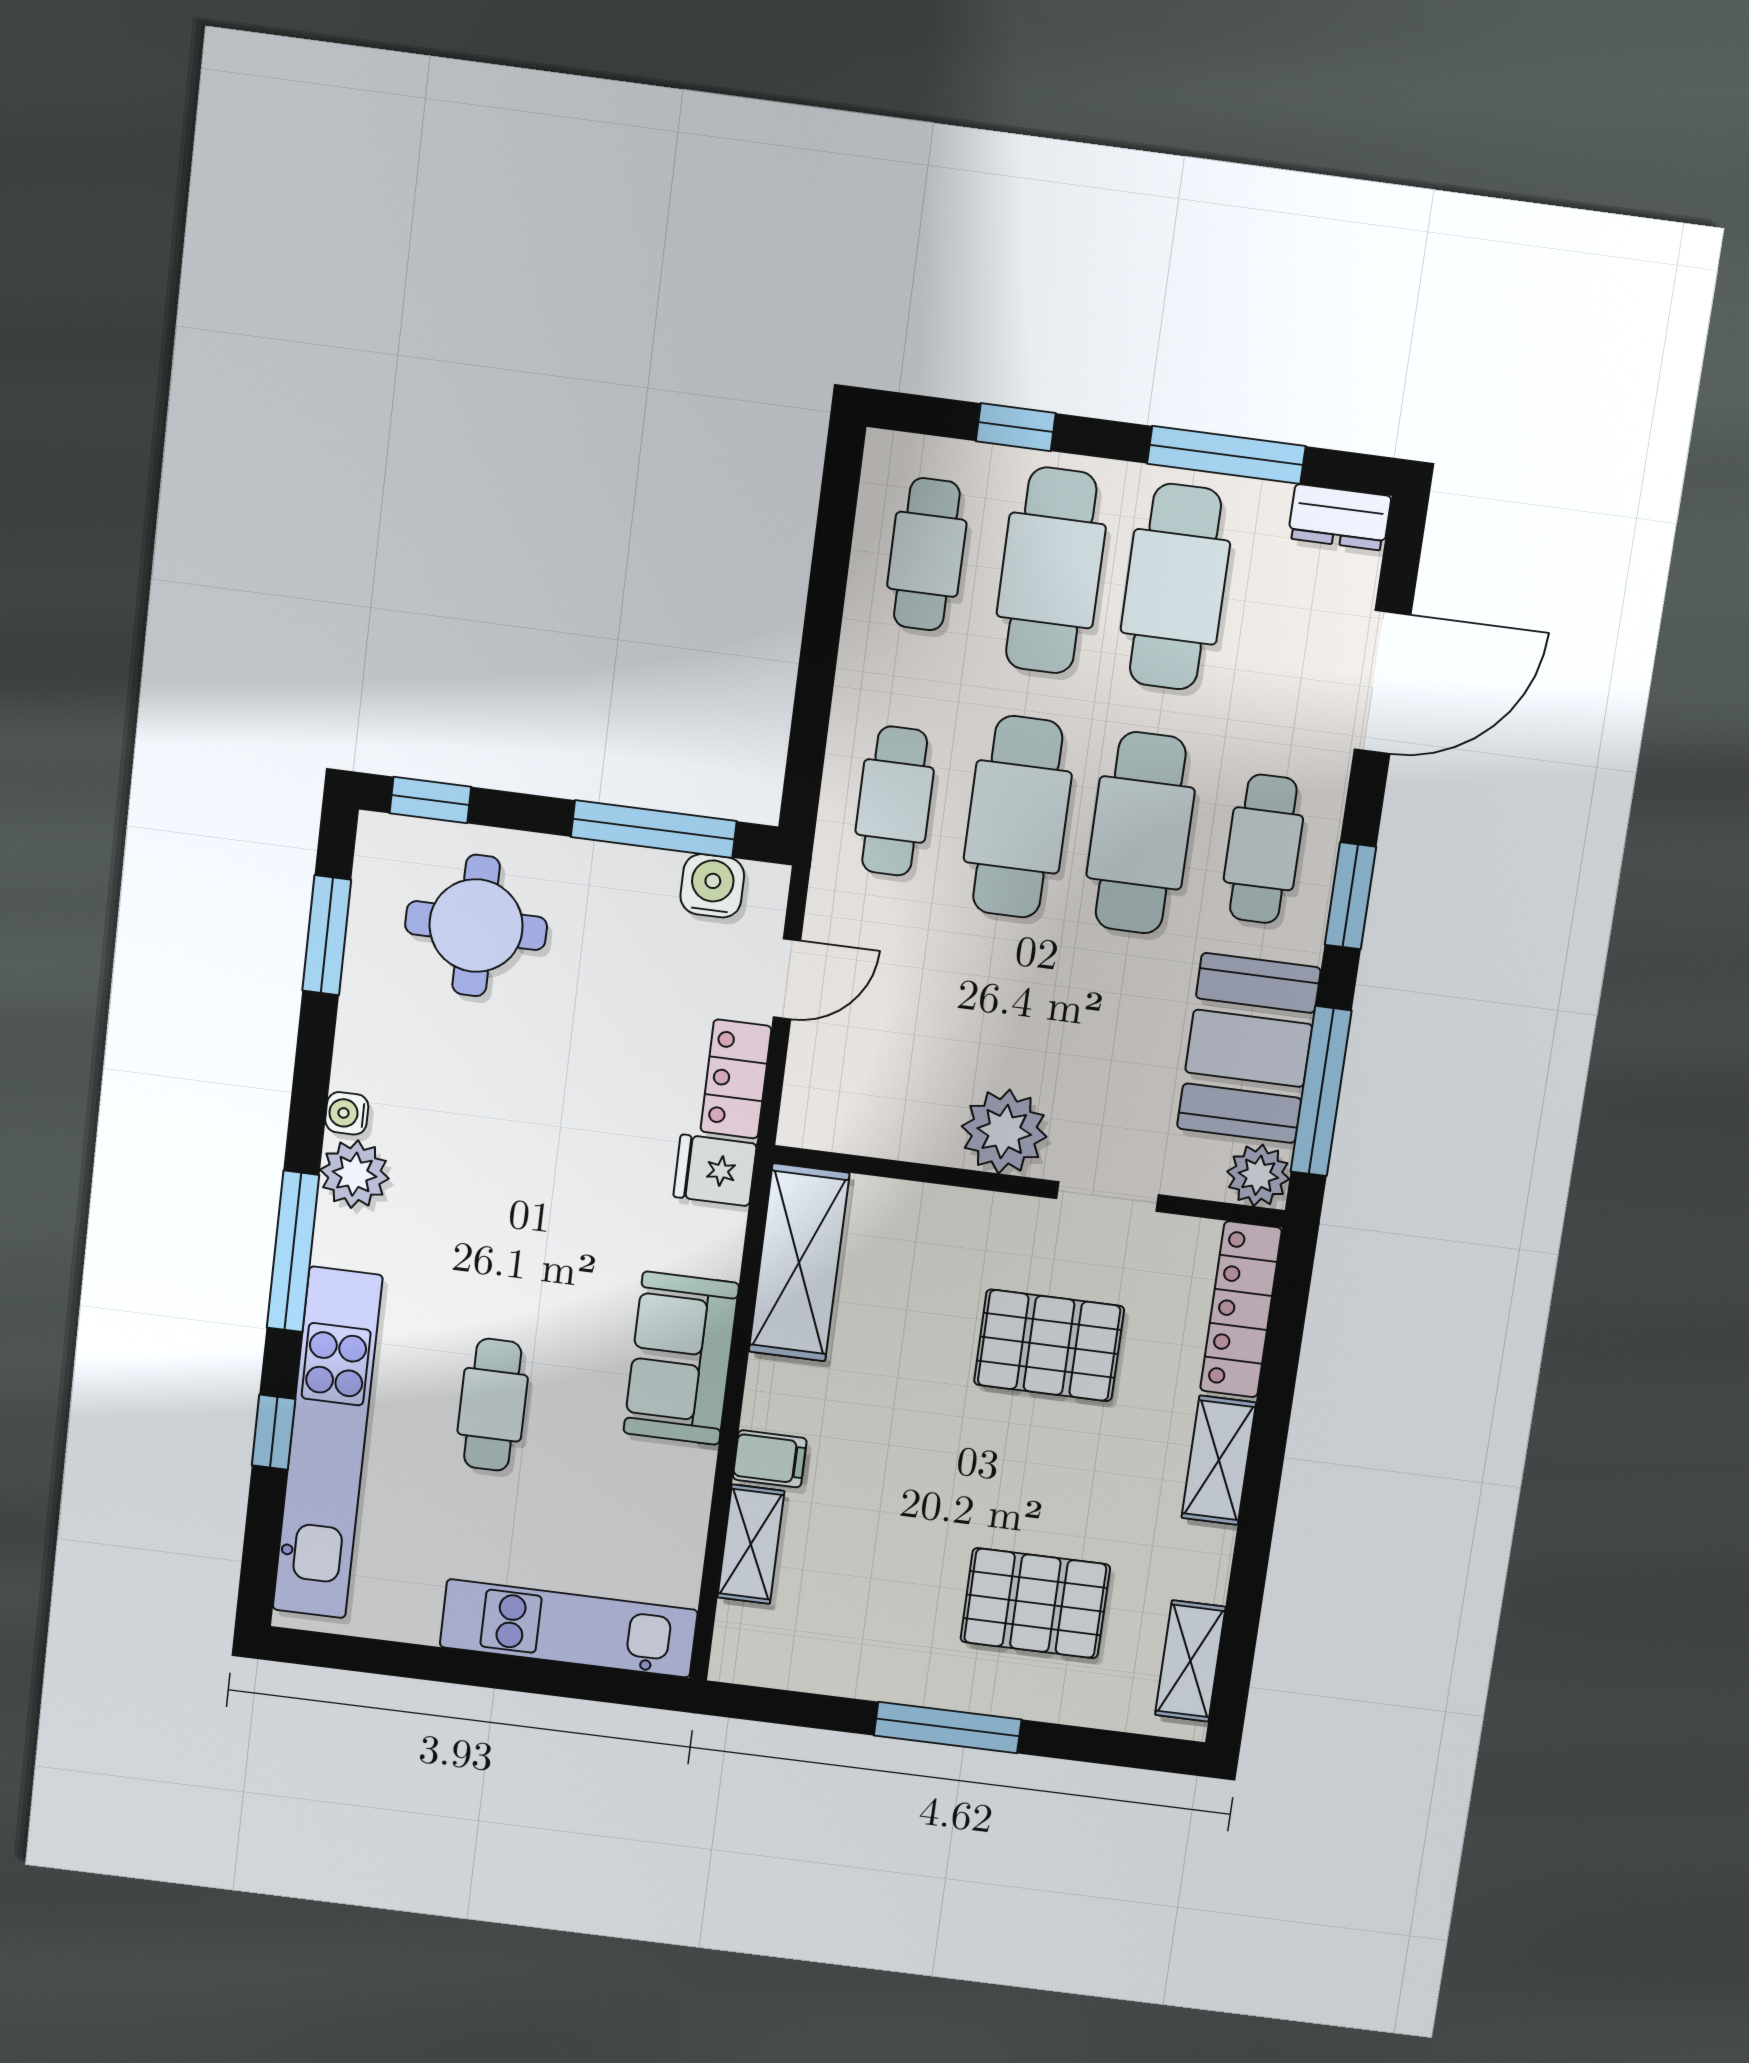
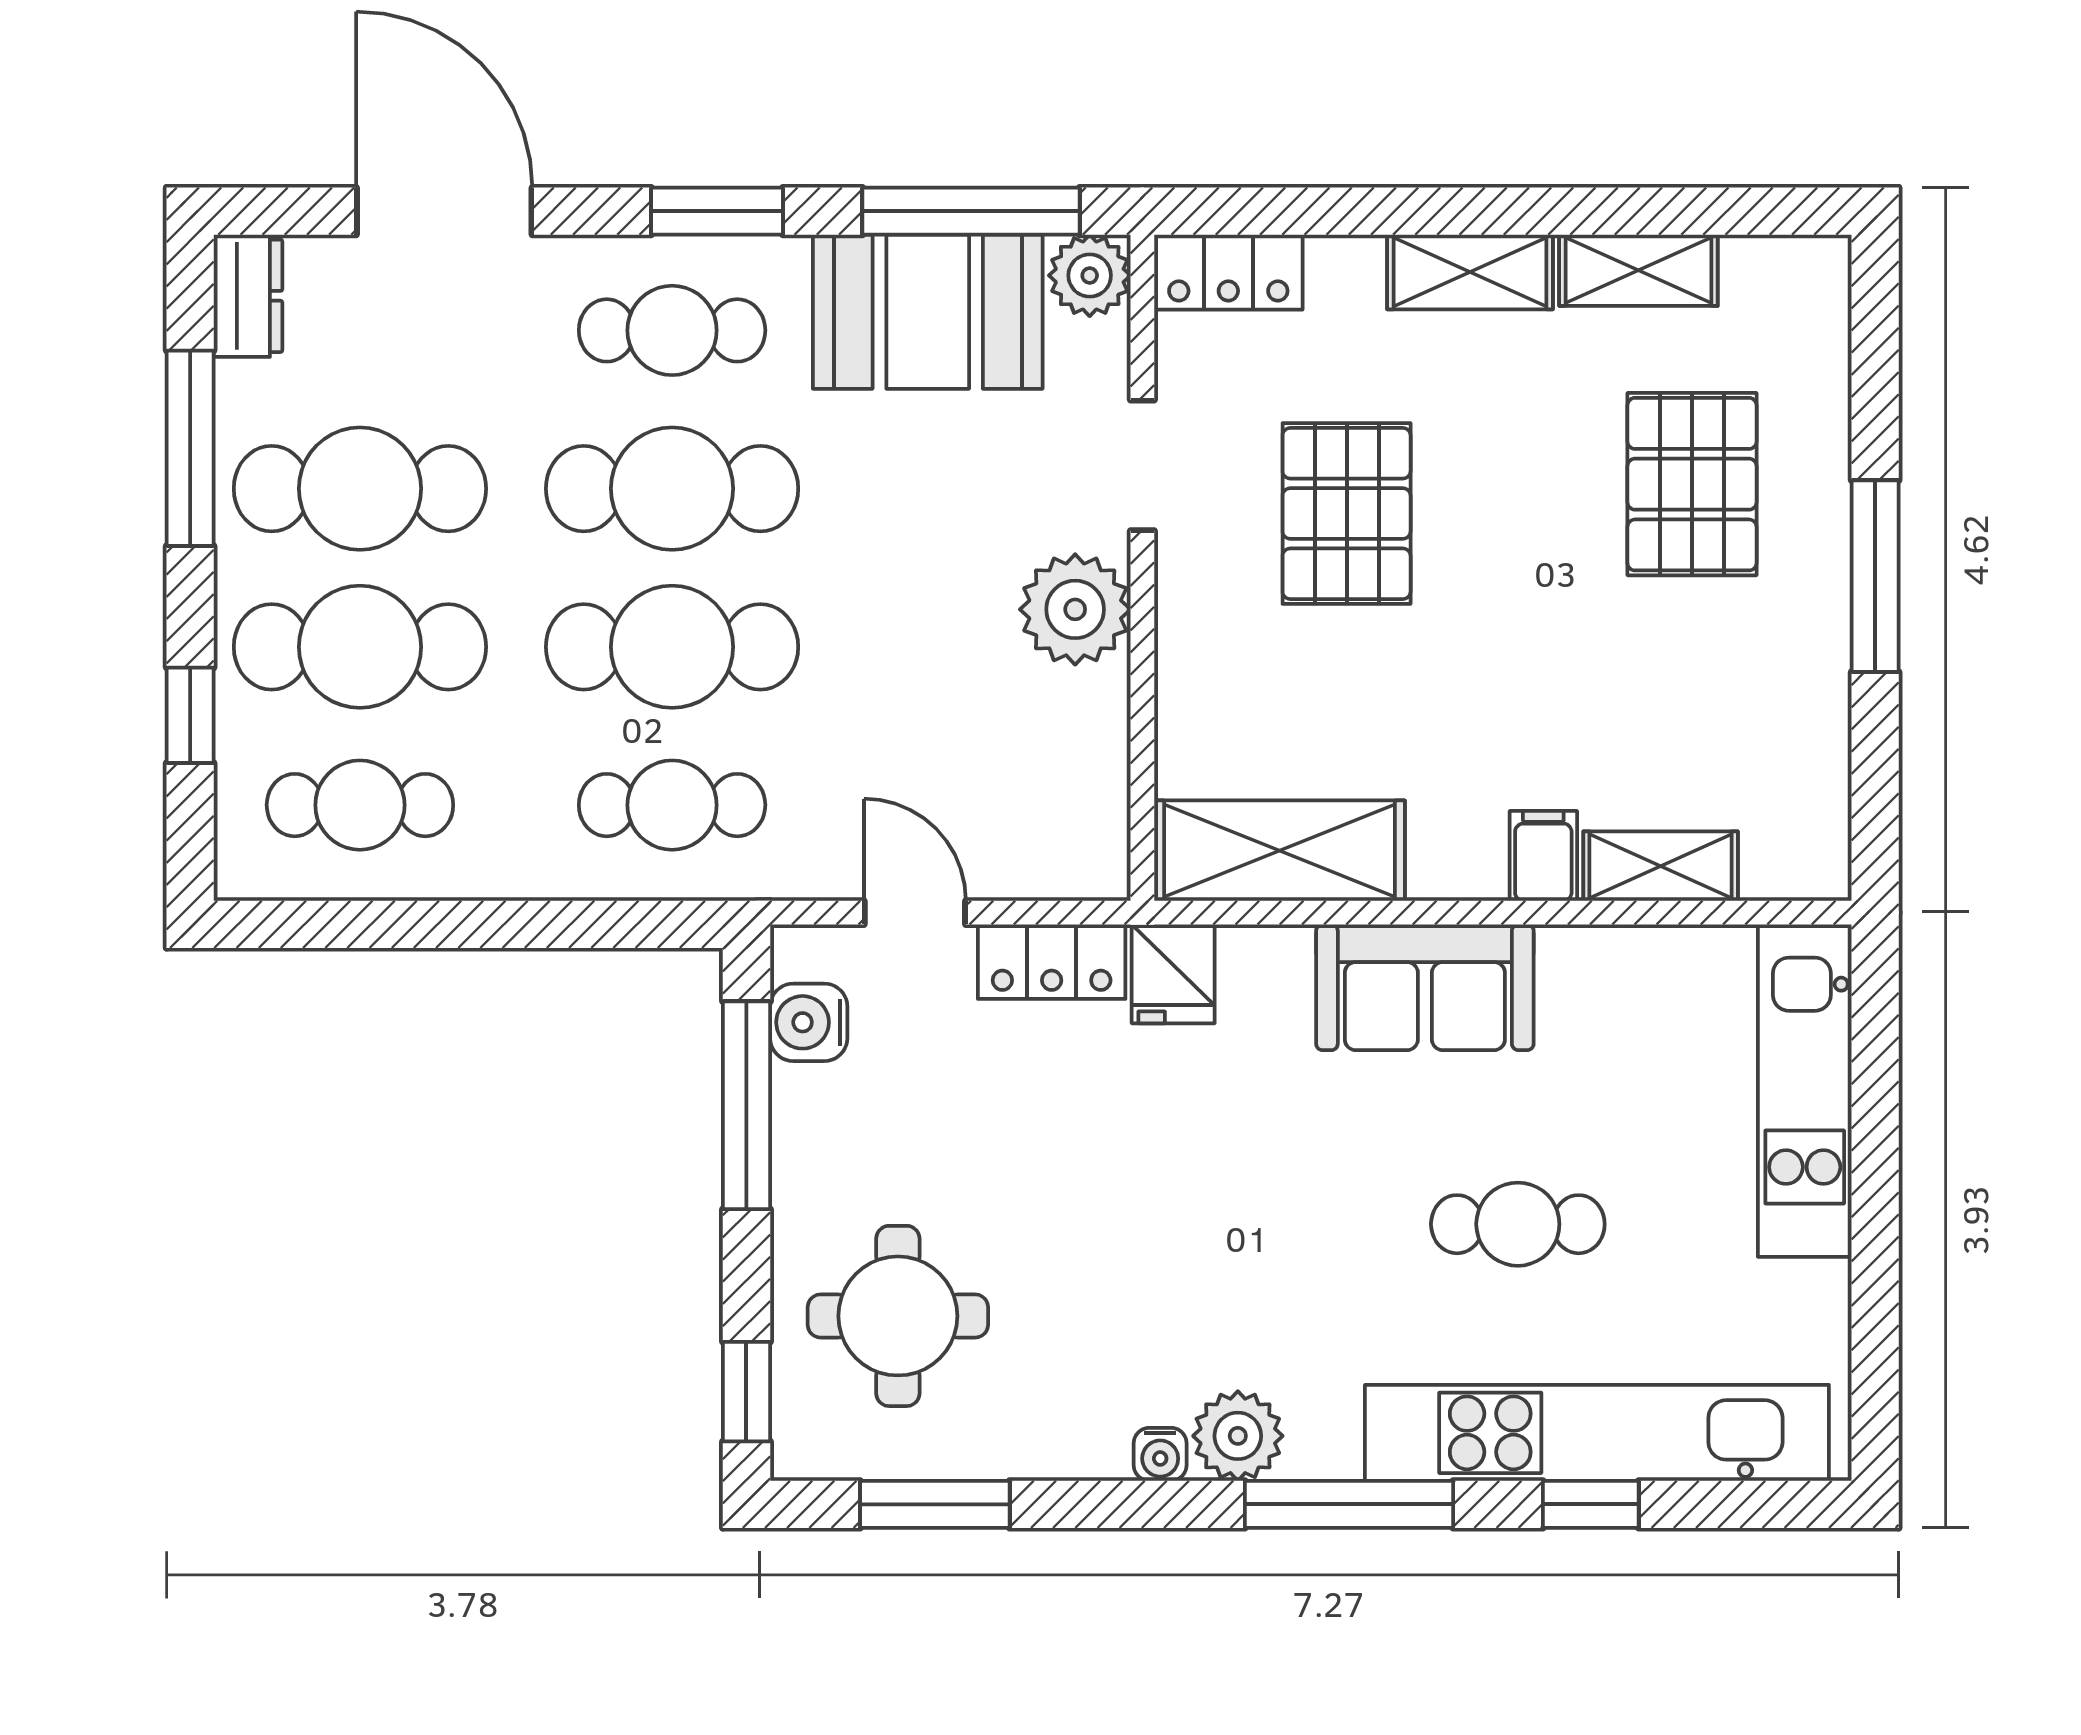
locker: (1241, 1309) -> (1228, 272), width x0.66
shelving: (1190, 1661) -> (1638, 270), moved

